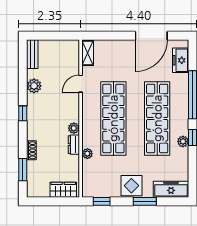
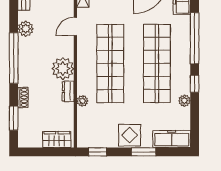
window: (23, 113) -> (14, 58), width x3.17
plant: (74, 128) -> (63, 69), width x1.88, depth x1.88
plant: (183, 141) -> (184, 101), moved

